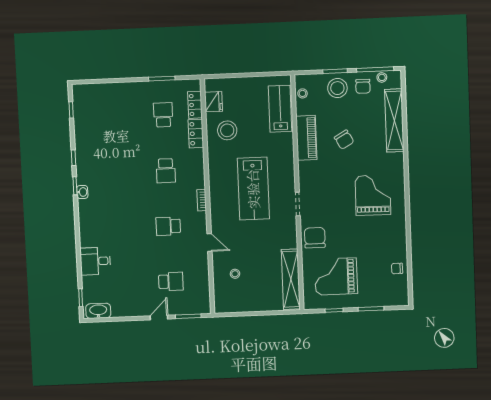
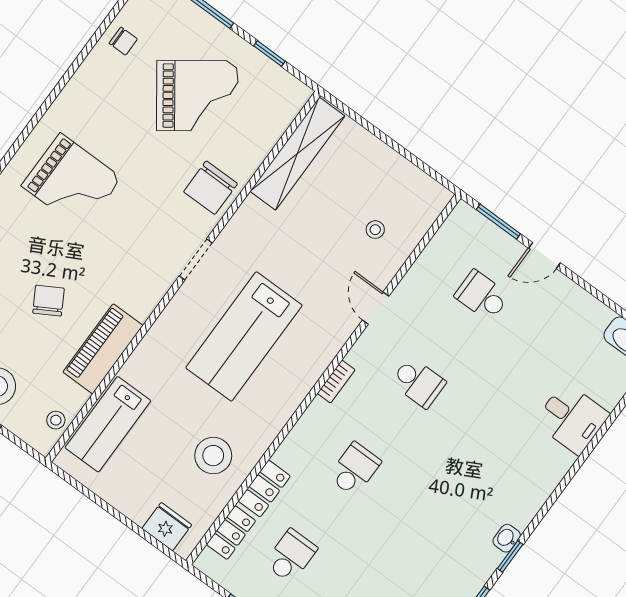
fridge: (214, 102) -> (167, 527), moved, turned 90
school desk: (163, 115) -> (291, 556), turned 180
lab bench: (253, 189) -> (244, 336), turned 180
grand piano: (373, 195) -> (72, 182), turned -91
grand piano: (336, 276) -> (197, 96), moved, turned -36

